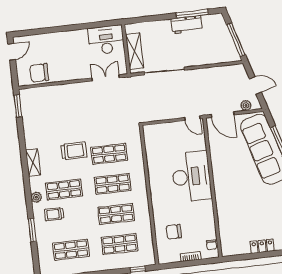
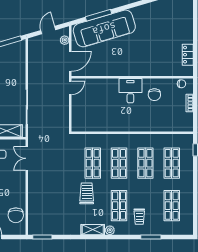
desk: (191, 176) -> (130, 91), width x0.53, depth x0.77
plant: (36, 197) -> (110, 230), moved
chair: (174, 232) -> (154, 95), moved
locker: (262, 246) -> (188, 55), moved

